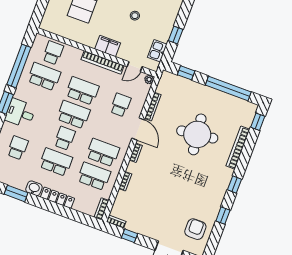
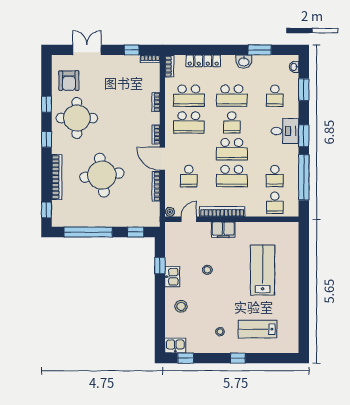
kitchen sink: (157, 51) -> (172, 277), moved
school desk: (44, 77) -> (275, 176), width x0.54
round table: (201, 193) -> (77, 118), added
locker: (57, 198) -> (203, 61), moved

